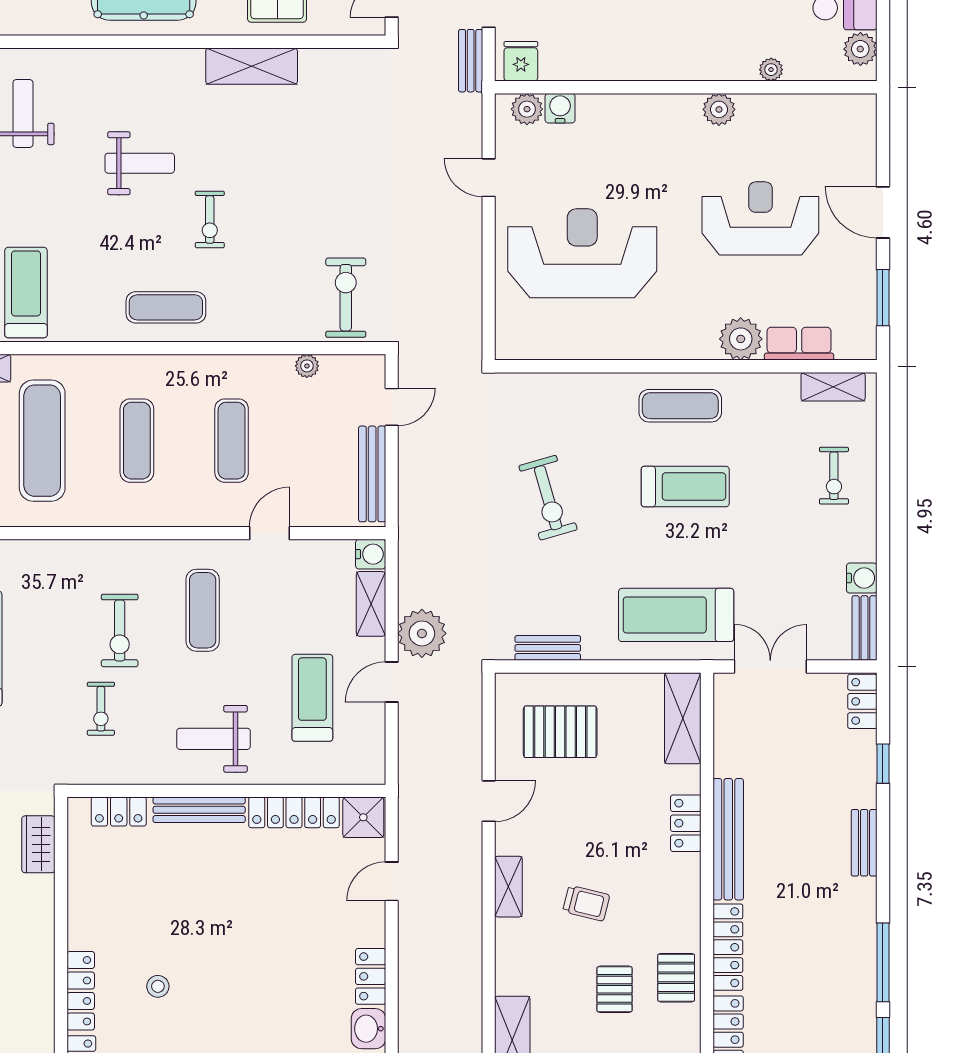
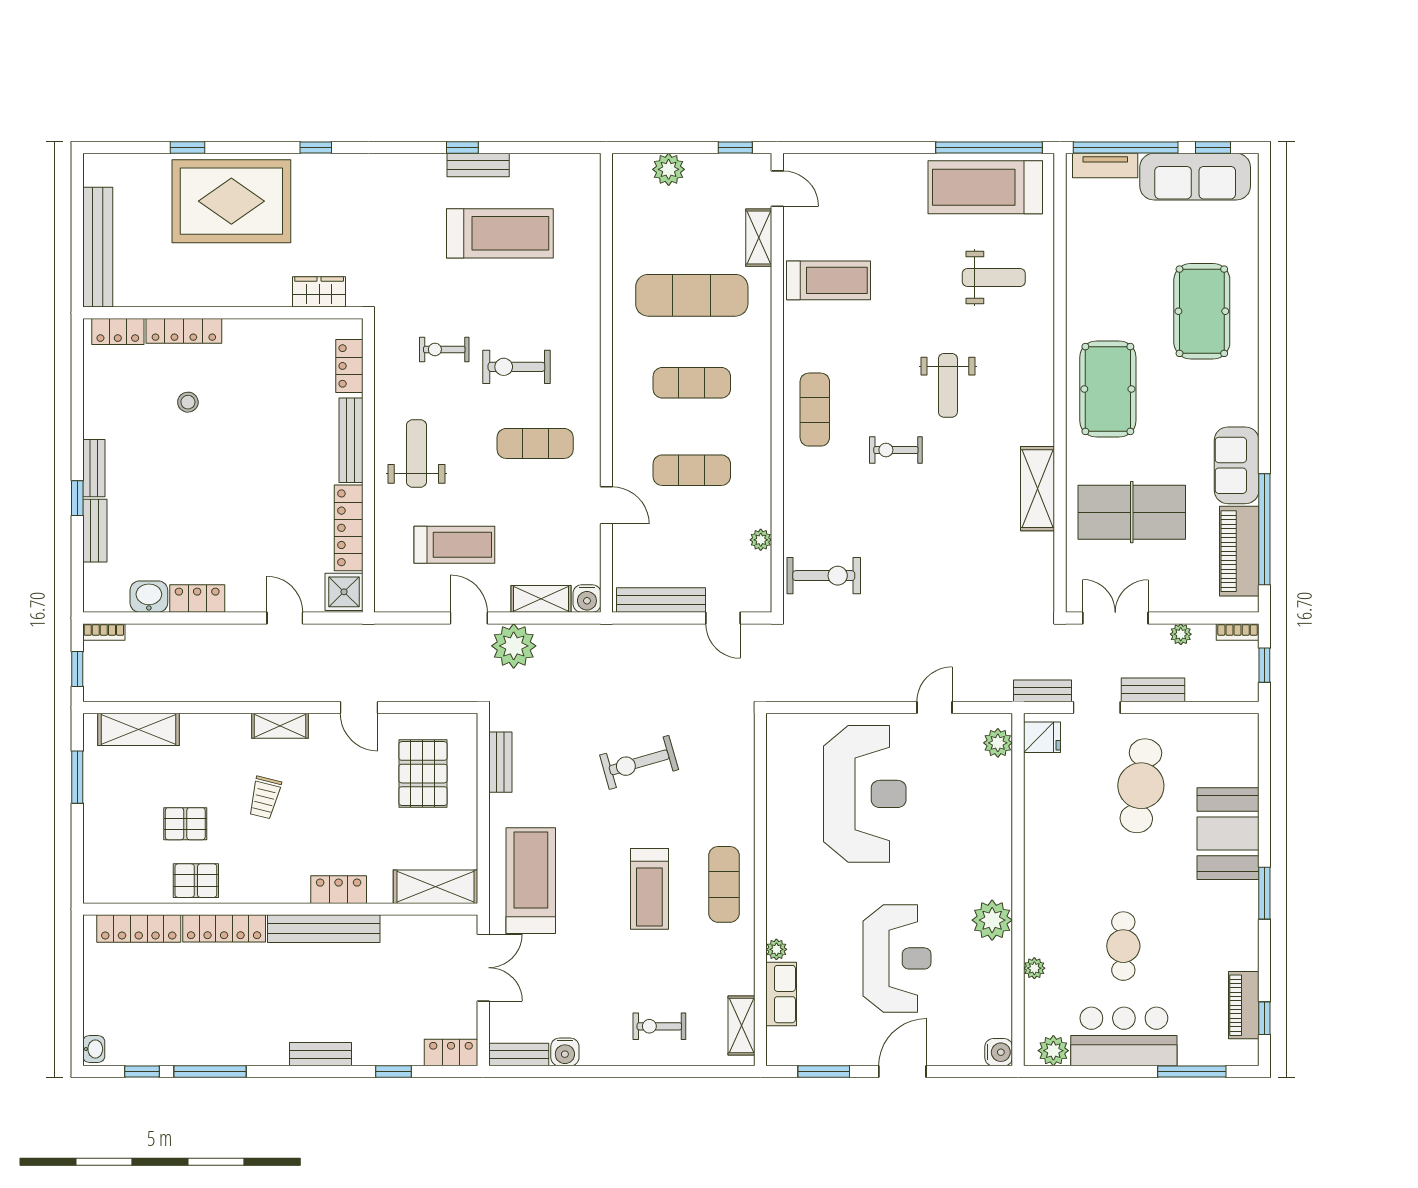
water cooler: (560, 108) -> (999, 1052), moved
plant: (719, 109) -> (992, 920), width x1.36, depth x1.36
plant: (741, 339) -> (776, 949), width x0.53, depth x0.53

